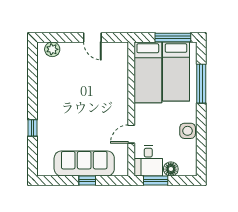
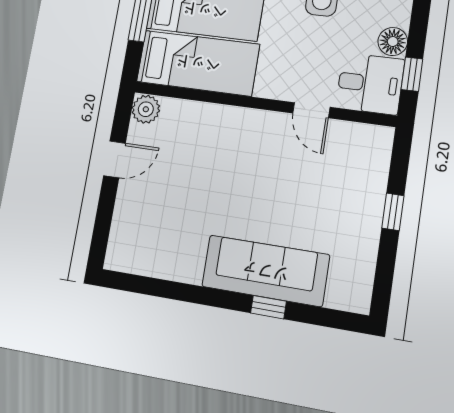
plant: (52, 49) -> (146, 109), moved
sofa: (84, 163) -> (265, 271), moved, turned 90
window: (156, 181) -> (412, 74), width x0.67

